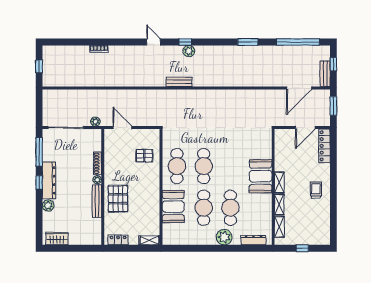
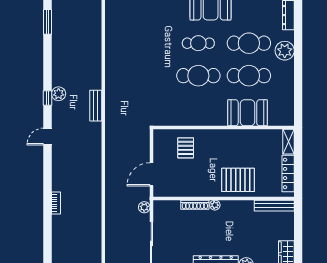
cafe table: (177, 166) -> (198, 43), moved, width x0.73, depth x0.74
bench: (97, 201) -> (274, 206), moved
locker: (118, 240) -> (288, 173), width x1.53

